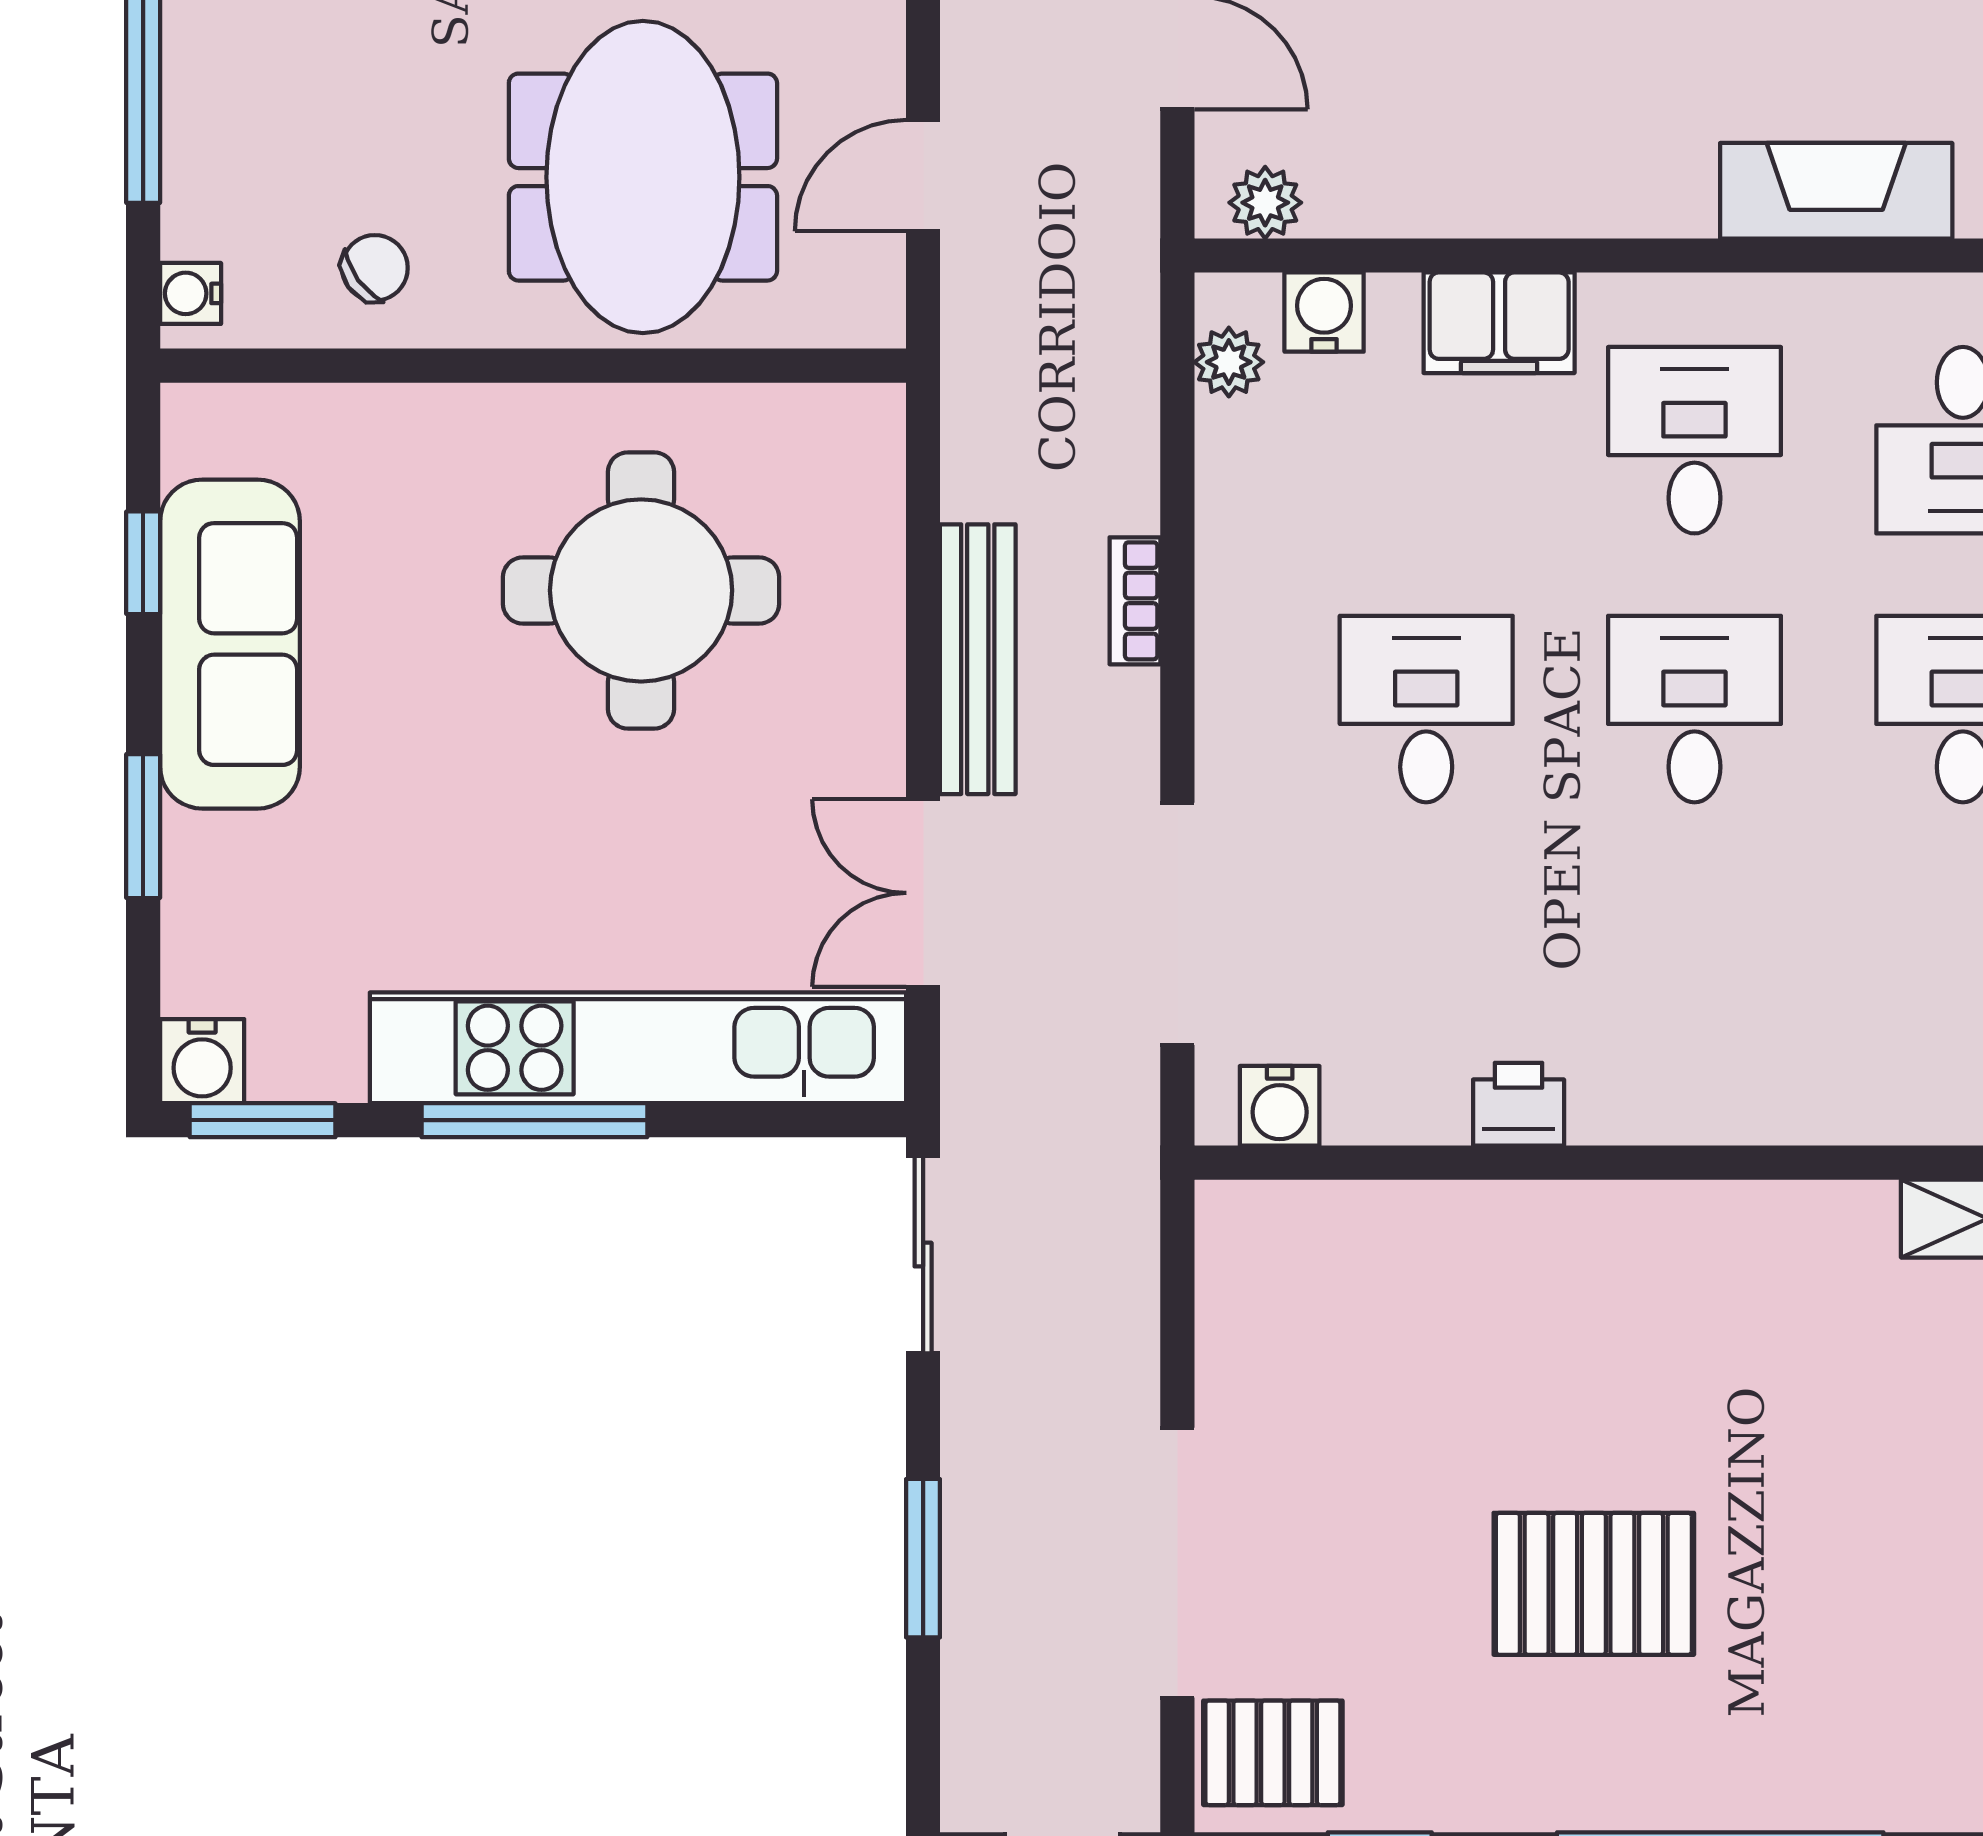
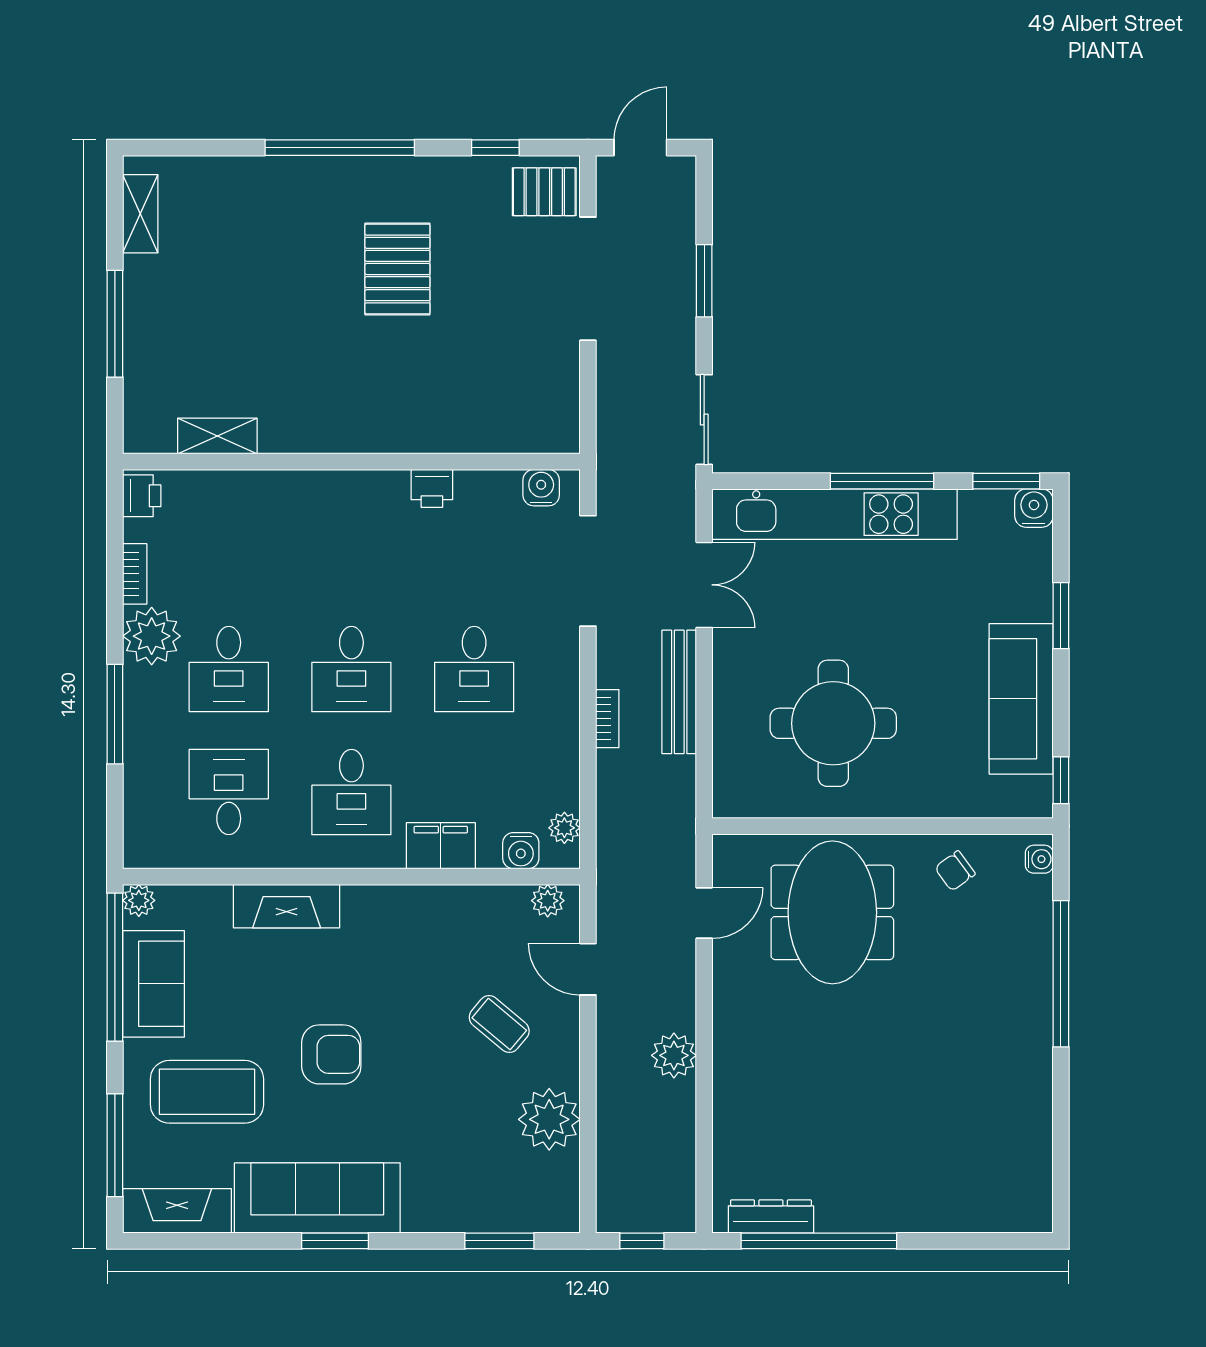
window: (143, 563) -> (1061, 780), moved
pallet: (1594, 1584) -> (397, 269), turned 90

